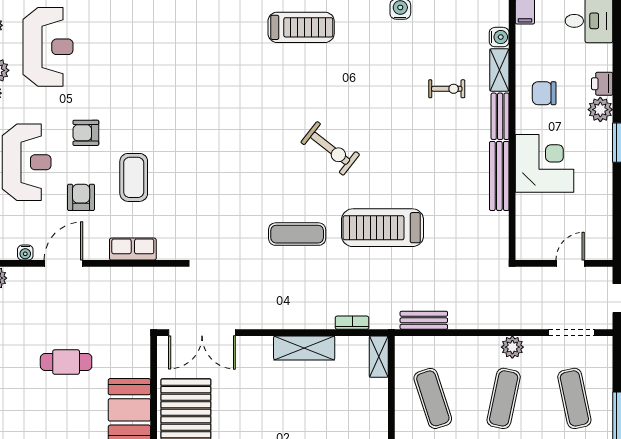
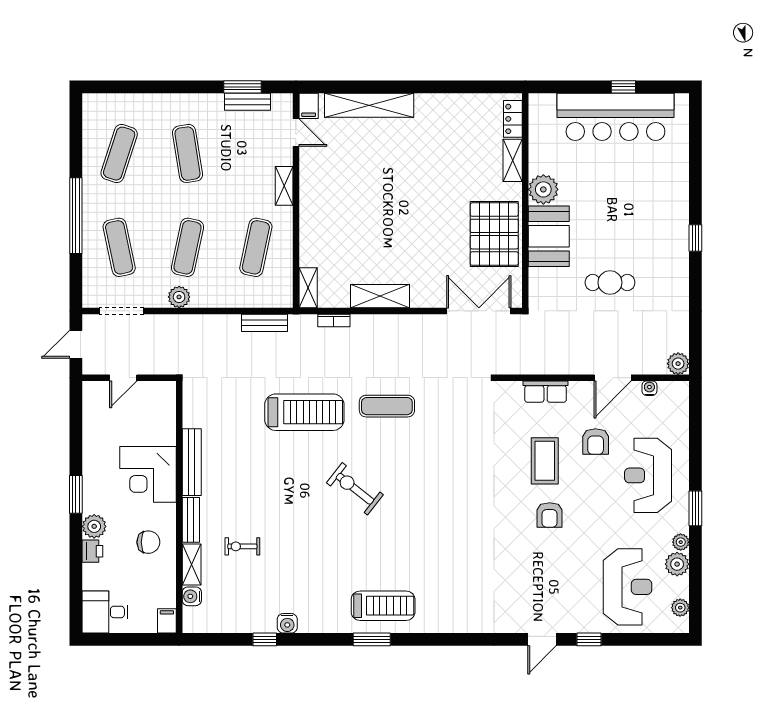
treadmill: (301, 27) -> (383, 606), turned 180
reception desk: (48, 47) -> (628, 587), turned 180
armchair: (86, 133) -> (550, 515), moved, turned 90
exercise mat: (433, 398) -> (256, 247), turned 30

